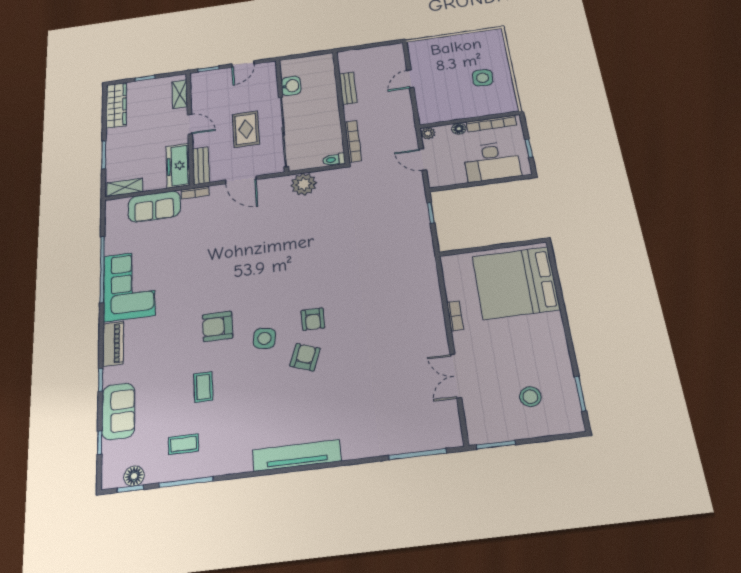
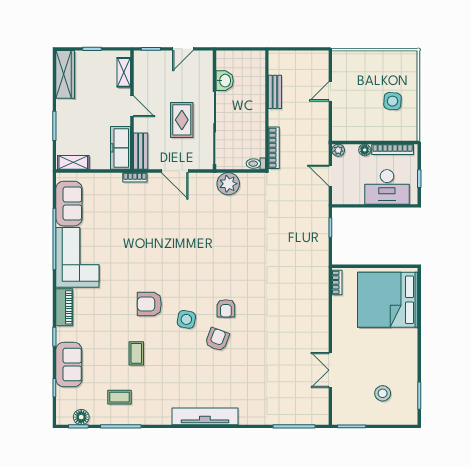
sofa: (154, 207) -> (69, 204), moved, turned -90
bookcase: (455, 316) -> (337, 282), moved

